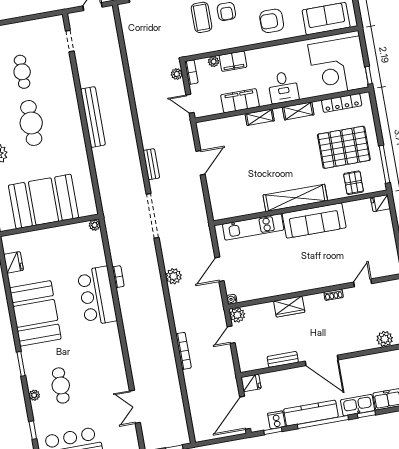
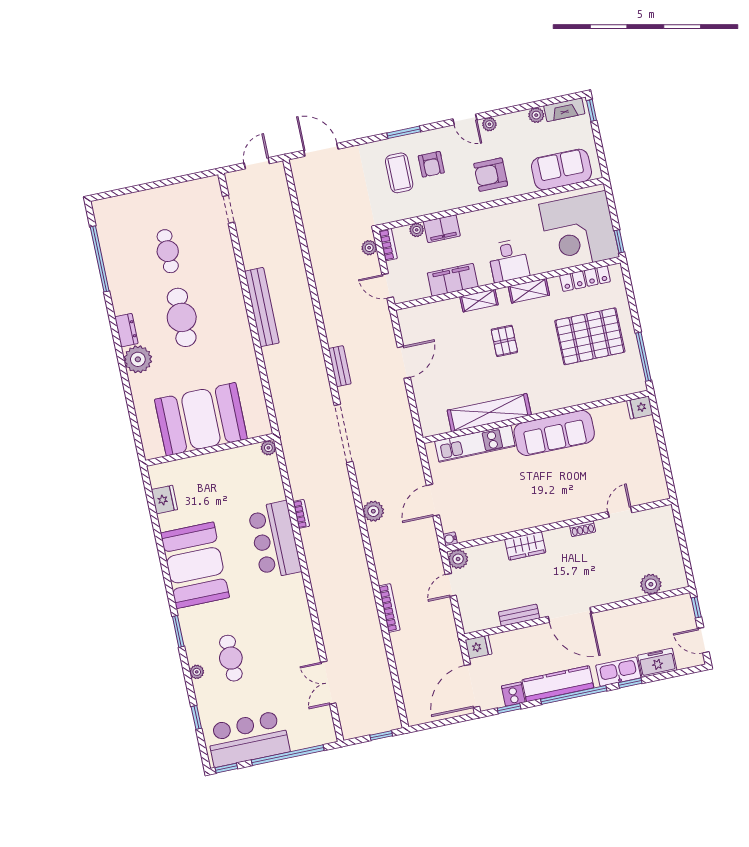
pallet: (353, 183) -> (504, 341), moved
shelving: (295, 198) -> (489, 413), moved

